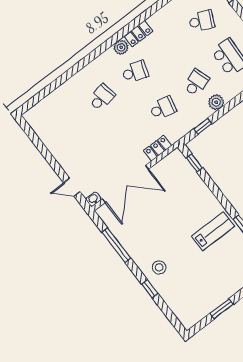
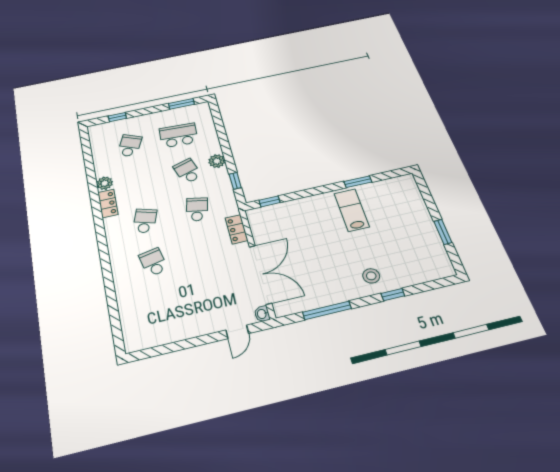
plant: (121, 47) -> (105, 183), moved

